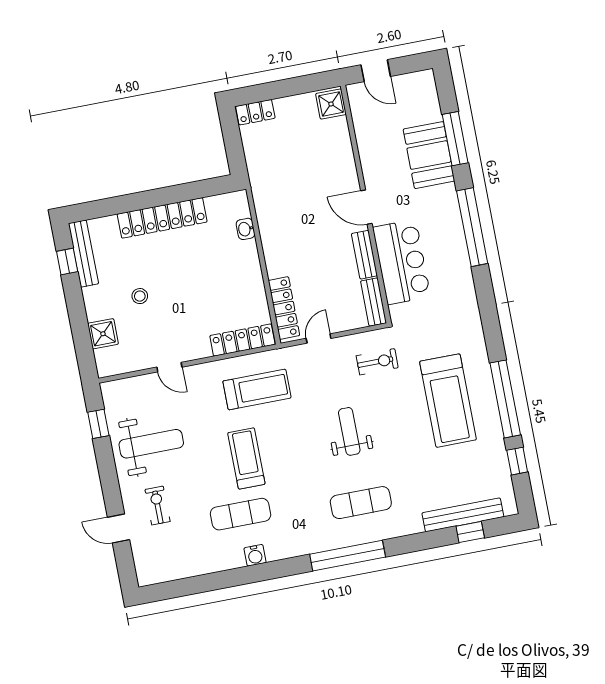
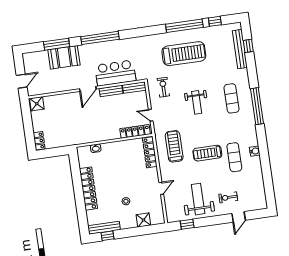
weight bench: (349, 431) -> (197, 102), turned -90

